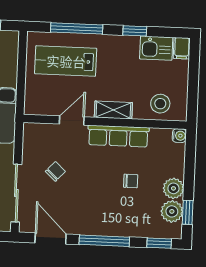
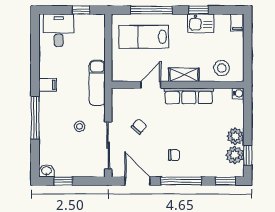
kitchen sink: (156, 48) -> (201, 23), moved
chair: (131, 181) -> (174, 155), moved

